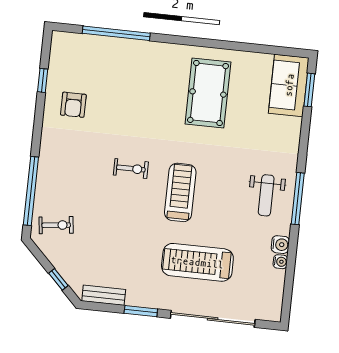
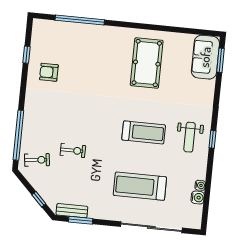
armchair: (73, 105) -> (49, 72), turned 90
exercise bike: (131, 169) -> (73, 150), moved
treadmill: (180, 192) -> (144, 132), moved, turned 90
window: (298, 199) -> (213, 139), width x0.46
water cooler: (280, 245) -> (198, 198), moved
window: (141, 311) -> (81, 220), moved

